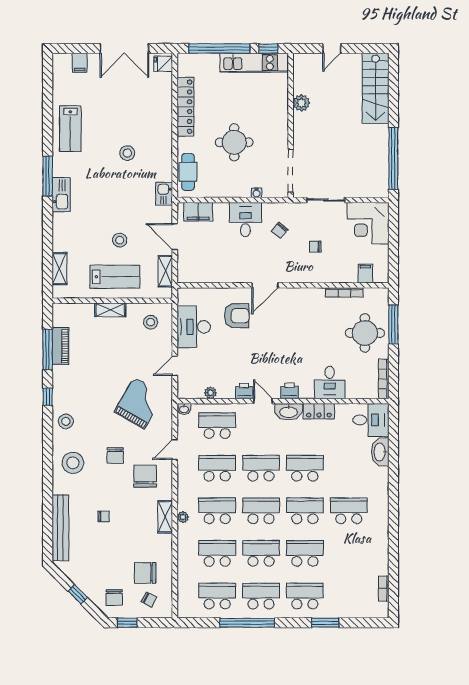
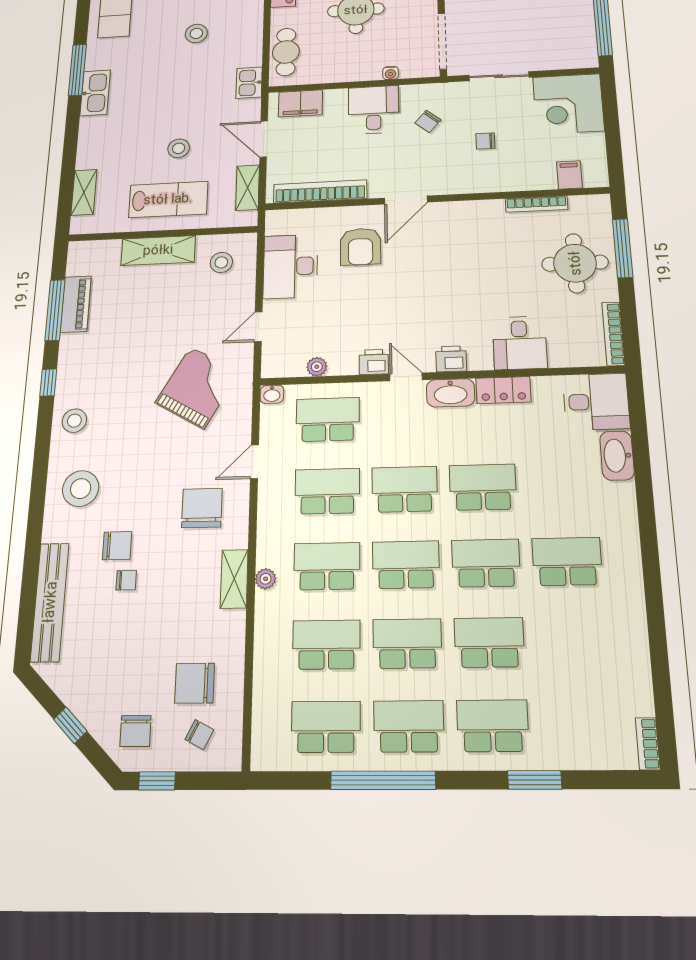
bookcase: (211, 276) -> (320, 191), added
shelving: (110, 310) -> (158, 250), width x1.50, depth x1.33
armchair: (237, 316) -> (361, 247), turned 90
chair: (115, 456) -> (117, 546), moved, turned -90
bookcase: (384, 589) -> (648, 744), moved

